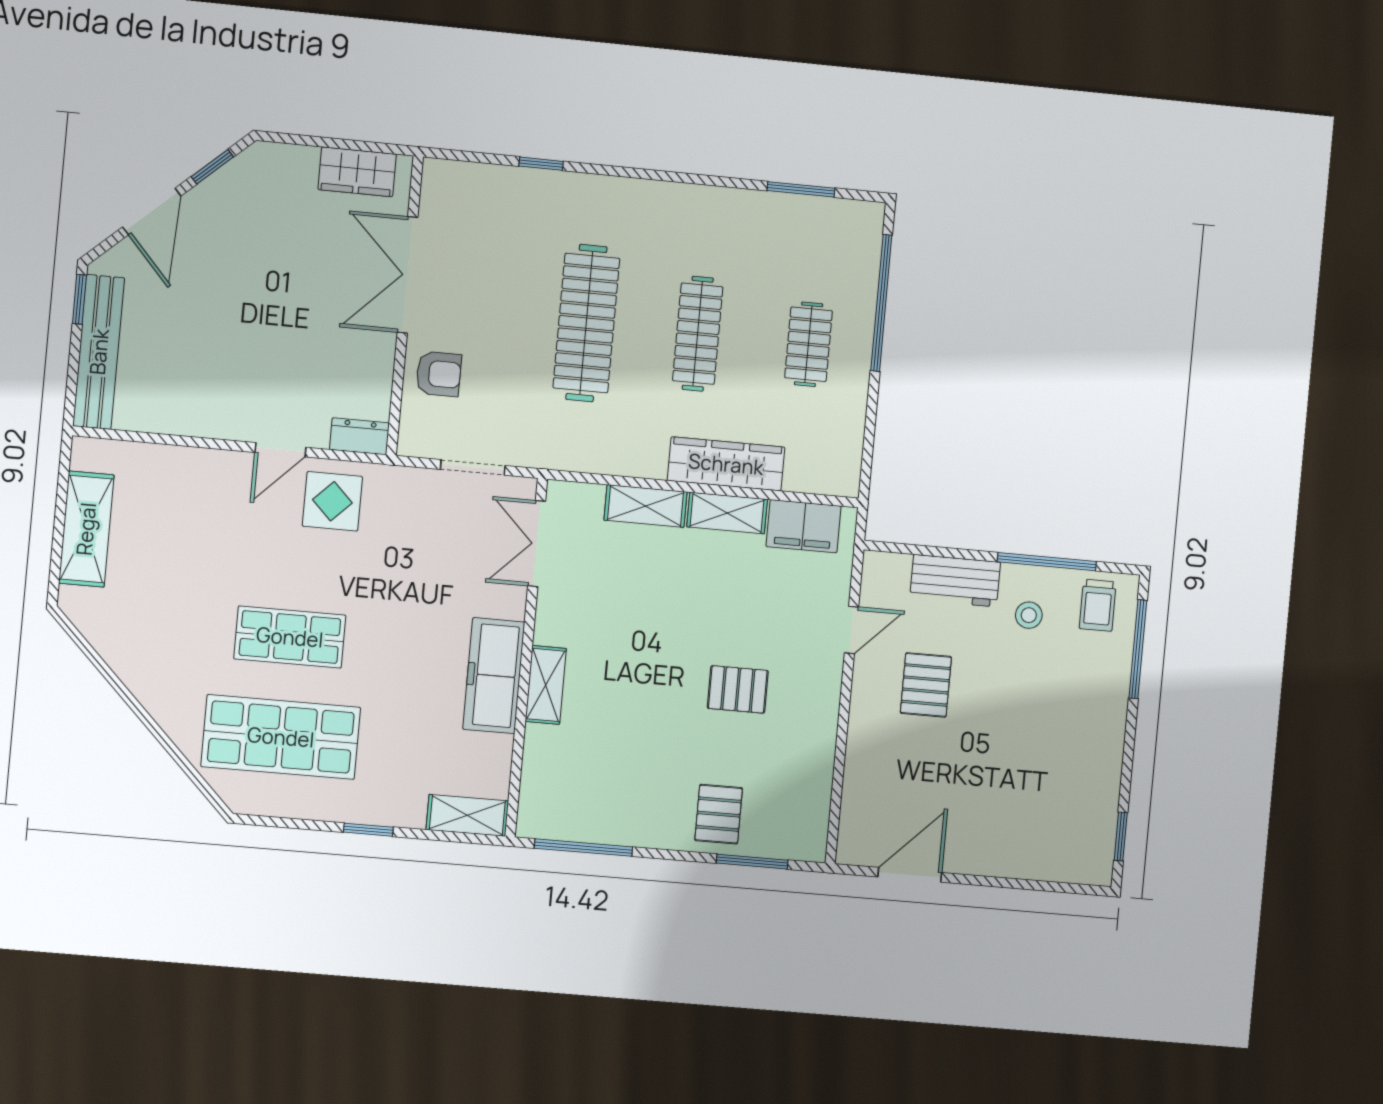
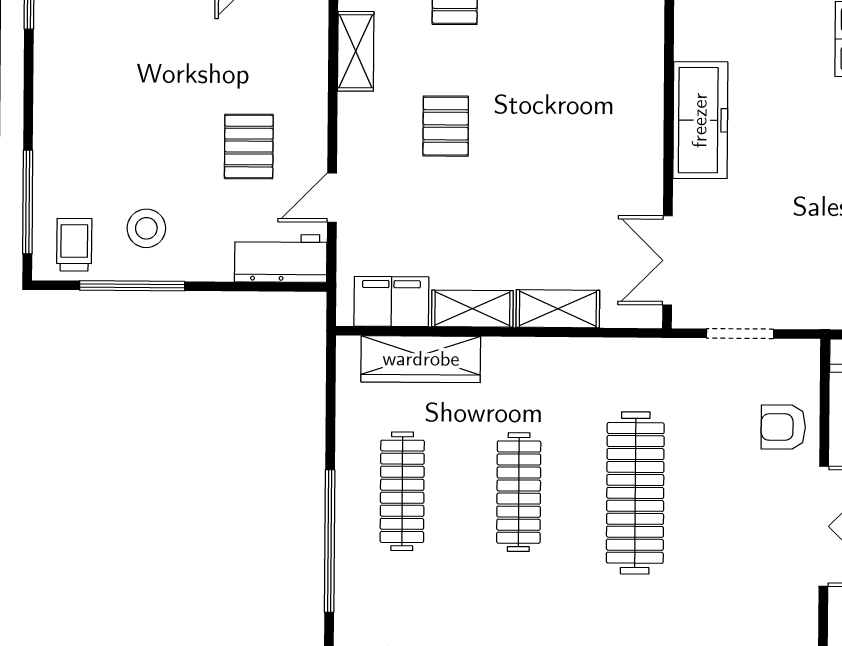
clothes rail: (809, 344) -> (402, 491), width x1.36
wardrobe: (726, 464) -> (421, 359), moved
double door: (537, 544) -> (668, 260), swing flipped
workbench: (955, 581) -> (281, 258), moved
stool: (1029, 615) -> (146, 228), width x1.37, depth x1.37
shelving: (546, 685) -> (356, 51), moved
pallet: (738, 689) -> (446, 126), turned 90

